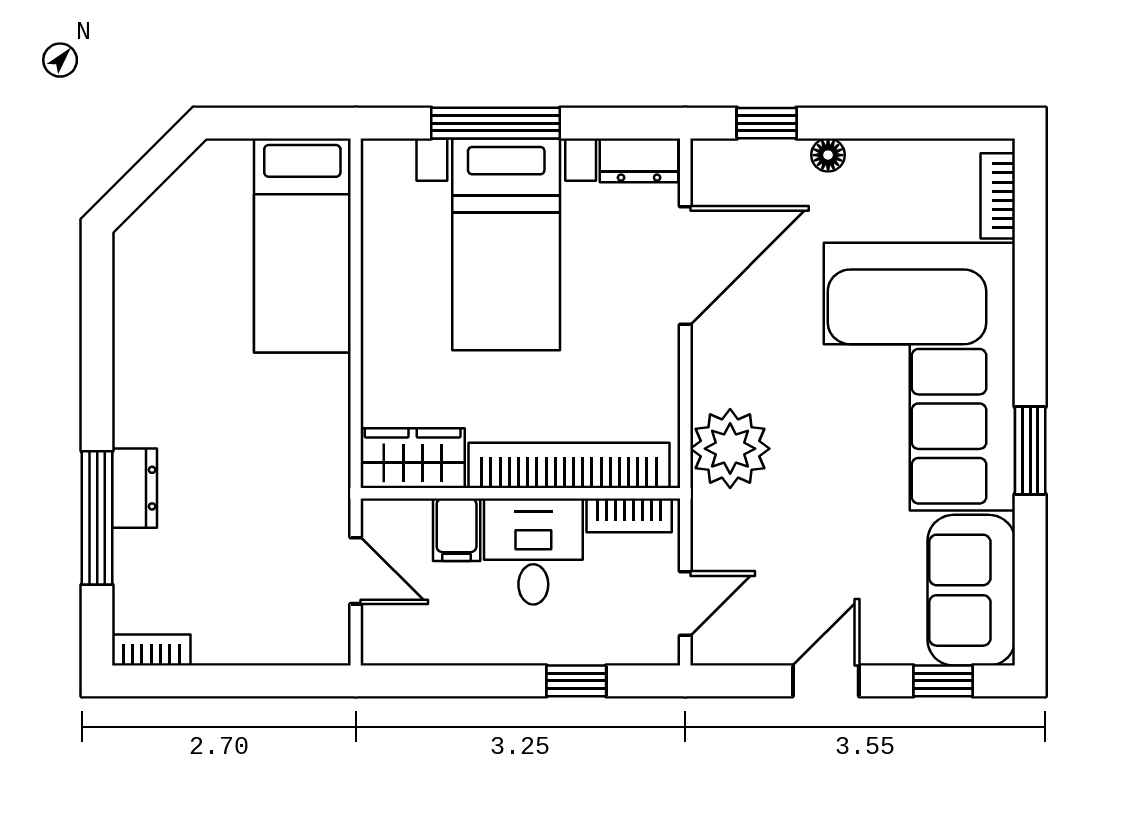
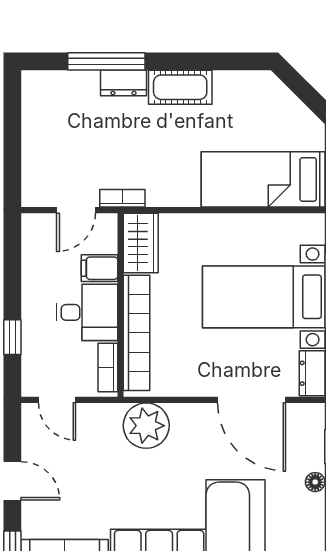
cot: (142, 389) -> (180, 87), added
bookcase: (151, 650) -> (122, 198), moved, turned -90

